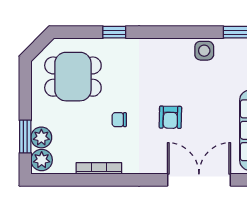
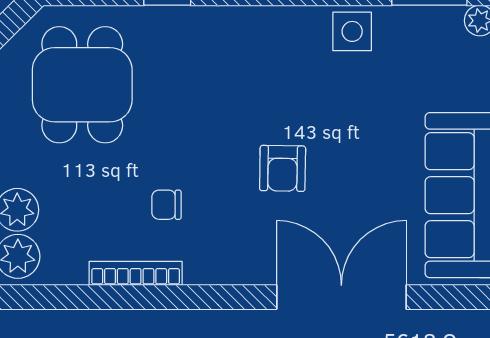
dining table: (73, 77) -> (82, 85), turned 90
chair: (119, 120) -> (166, 205), moved

